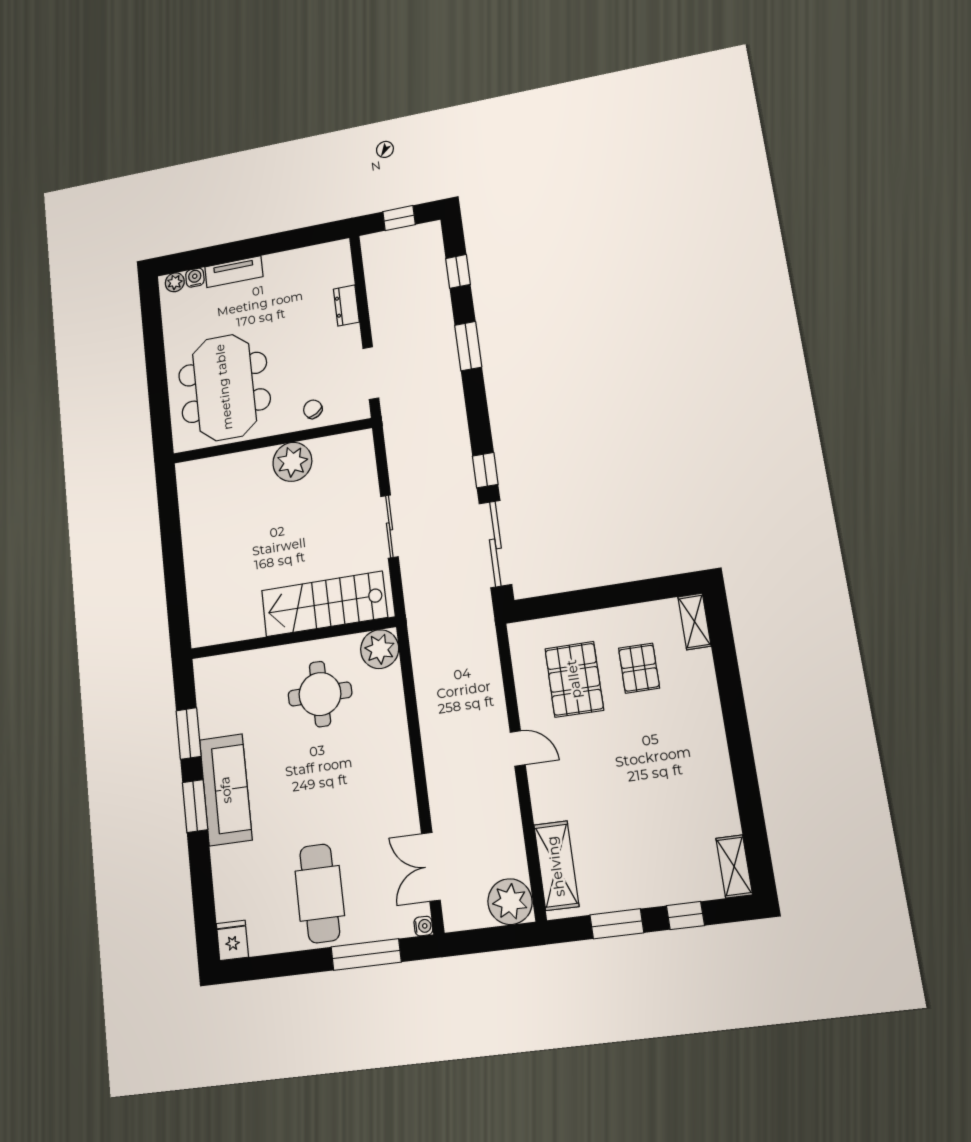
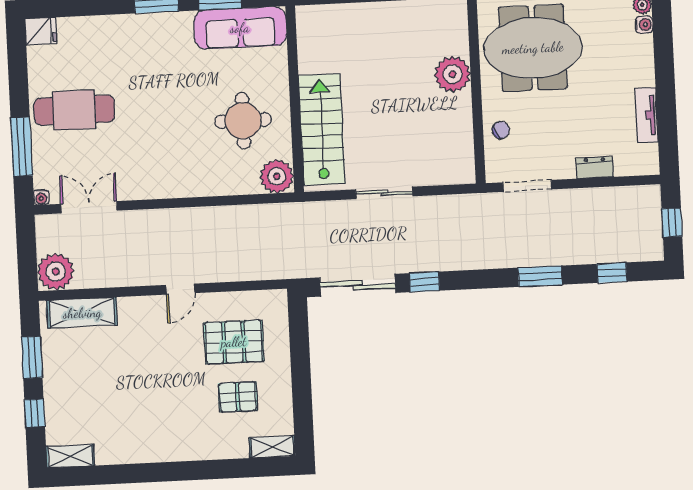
tv unit: (234, 272) -> (647, 115), moved
plant: (292, 462) -> (453, 74), moved
sofa: (226, 790) -> (240, 28), moved

